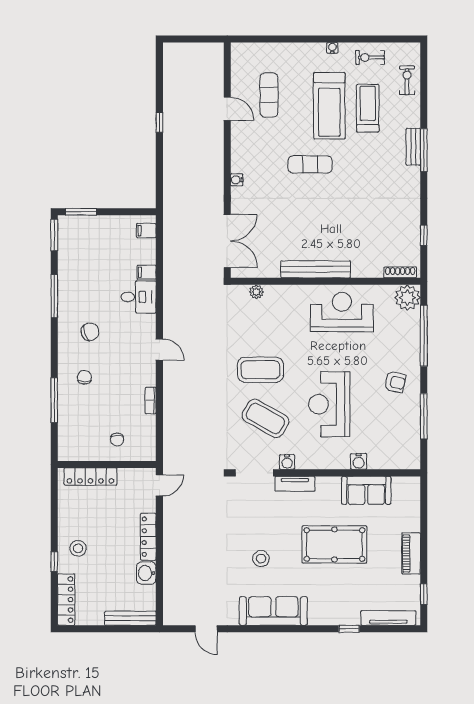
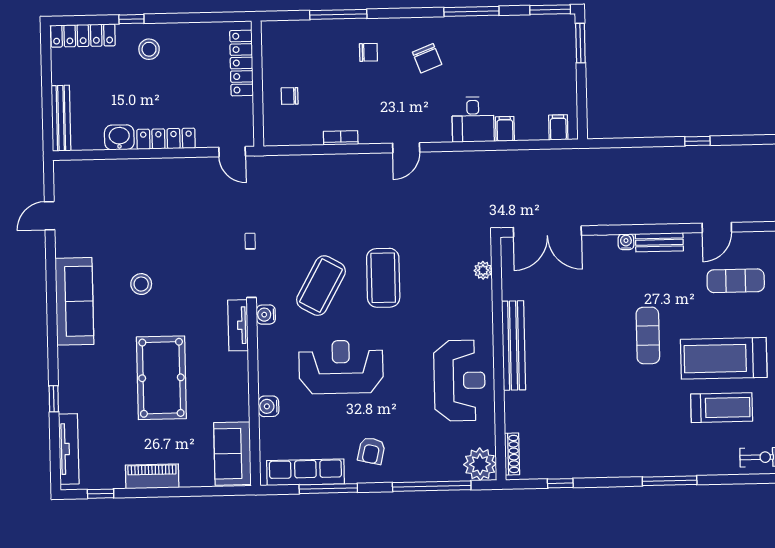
bench: (413, 147) -> (659, 242), moved
row of seats: (411, 434) -> (305, 472), added
sofa: (366, 490) -> (232, 454), moved

